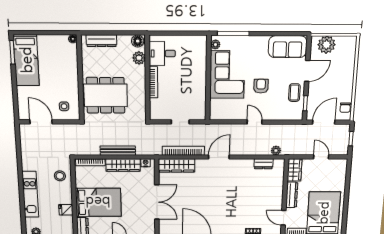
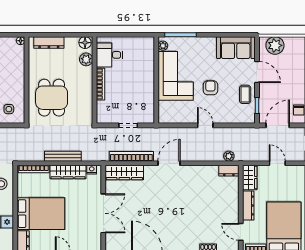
door: (307, 71) -> (257, 72), hinge flipped
dining table: (106, 95) -> (52, 98), width x0.73
dresser: (264, 164) -> (229, 171), moved

